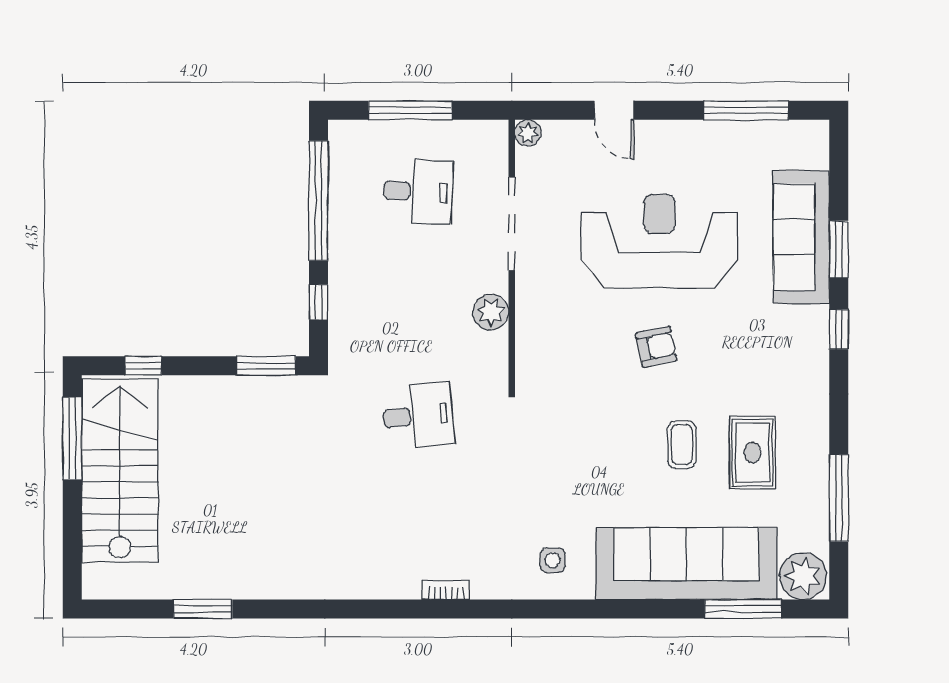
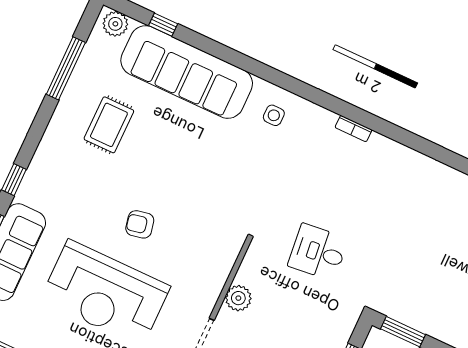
coffee table: (682, 445) -> (153, 152), removed
plant: (803, 576) -> (115, 24), width x0.73, depth x0.73
window: (743, 609) -> (163, 25), width x0.46

